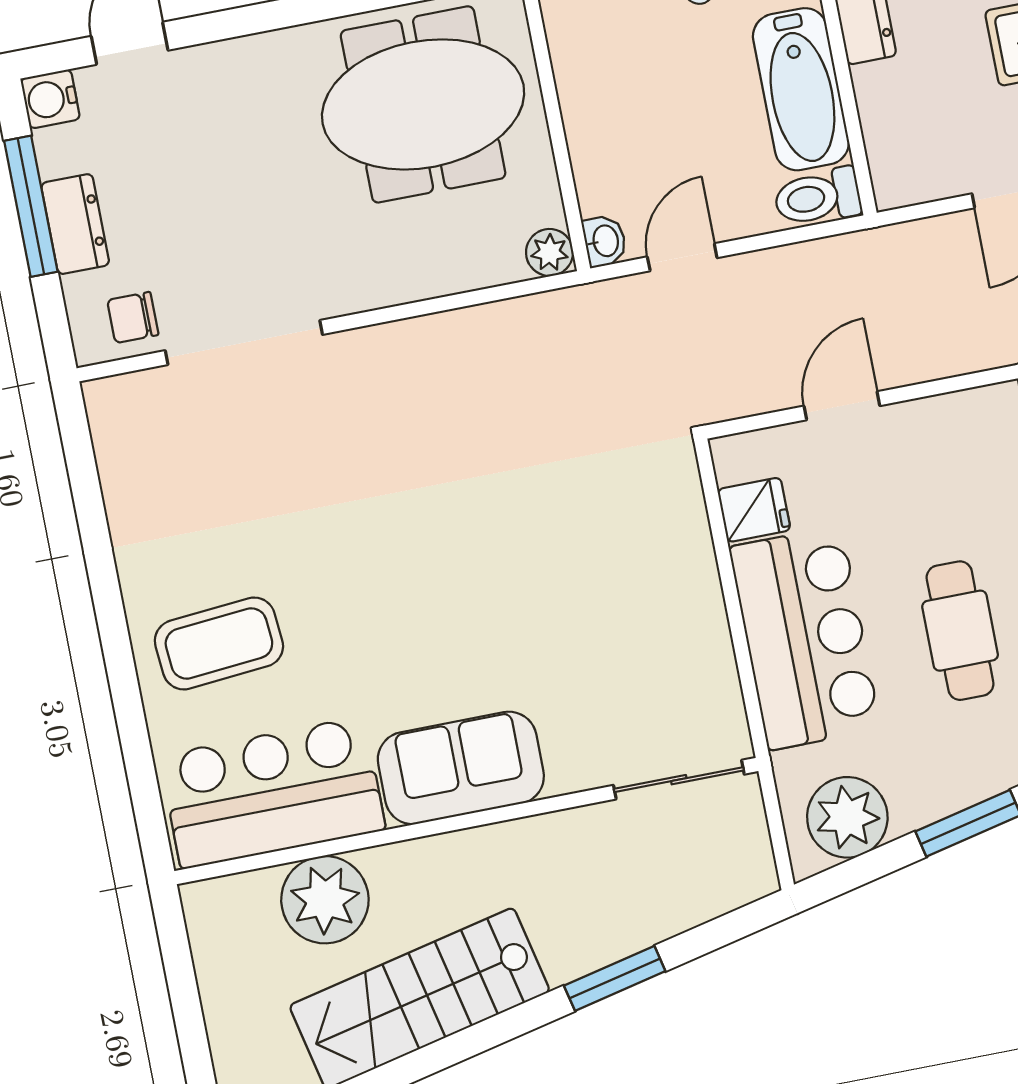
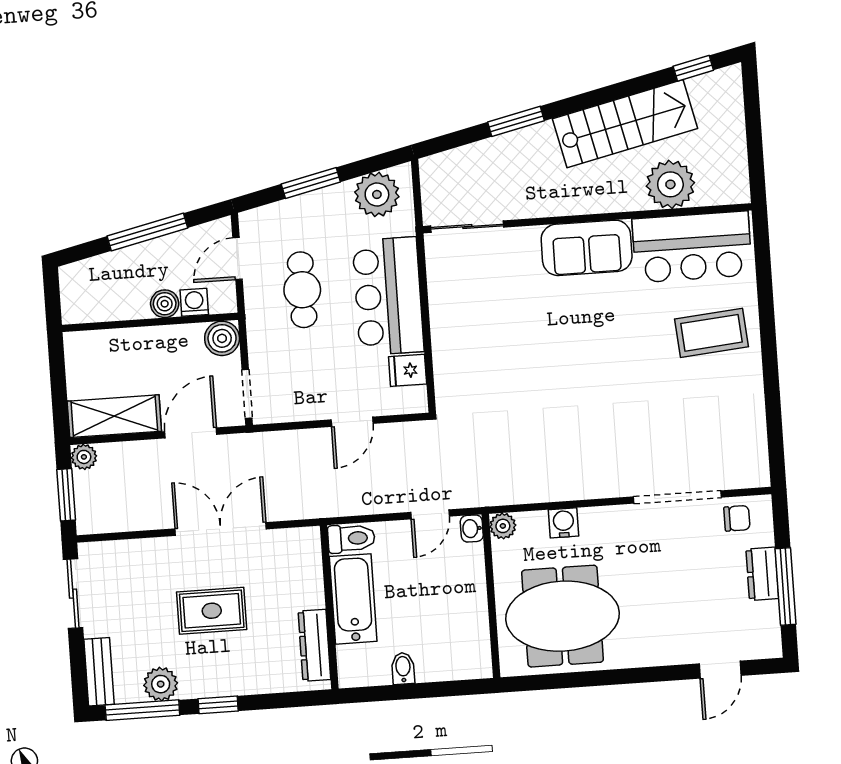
water cooler: (50, 99) -> (563, 523), moved, turned -90

